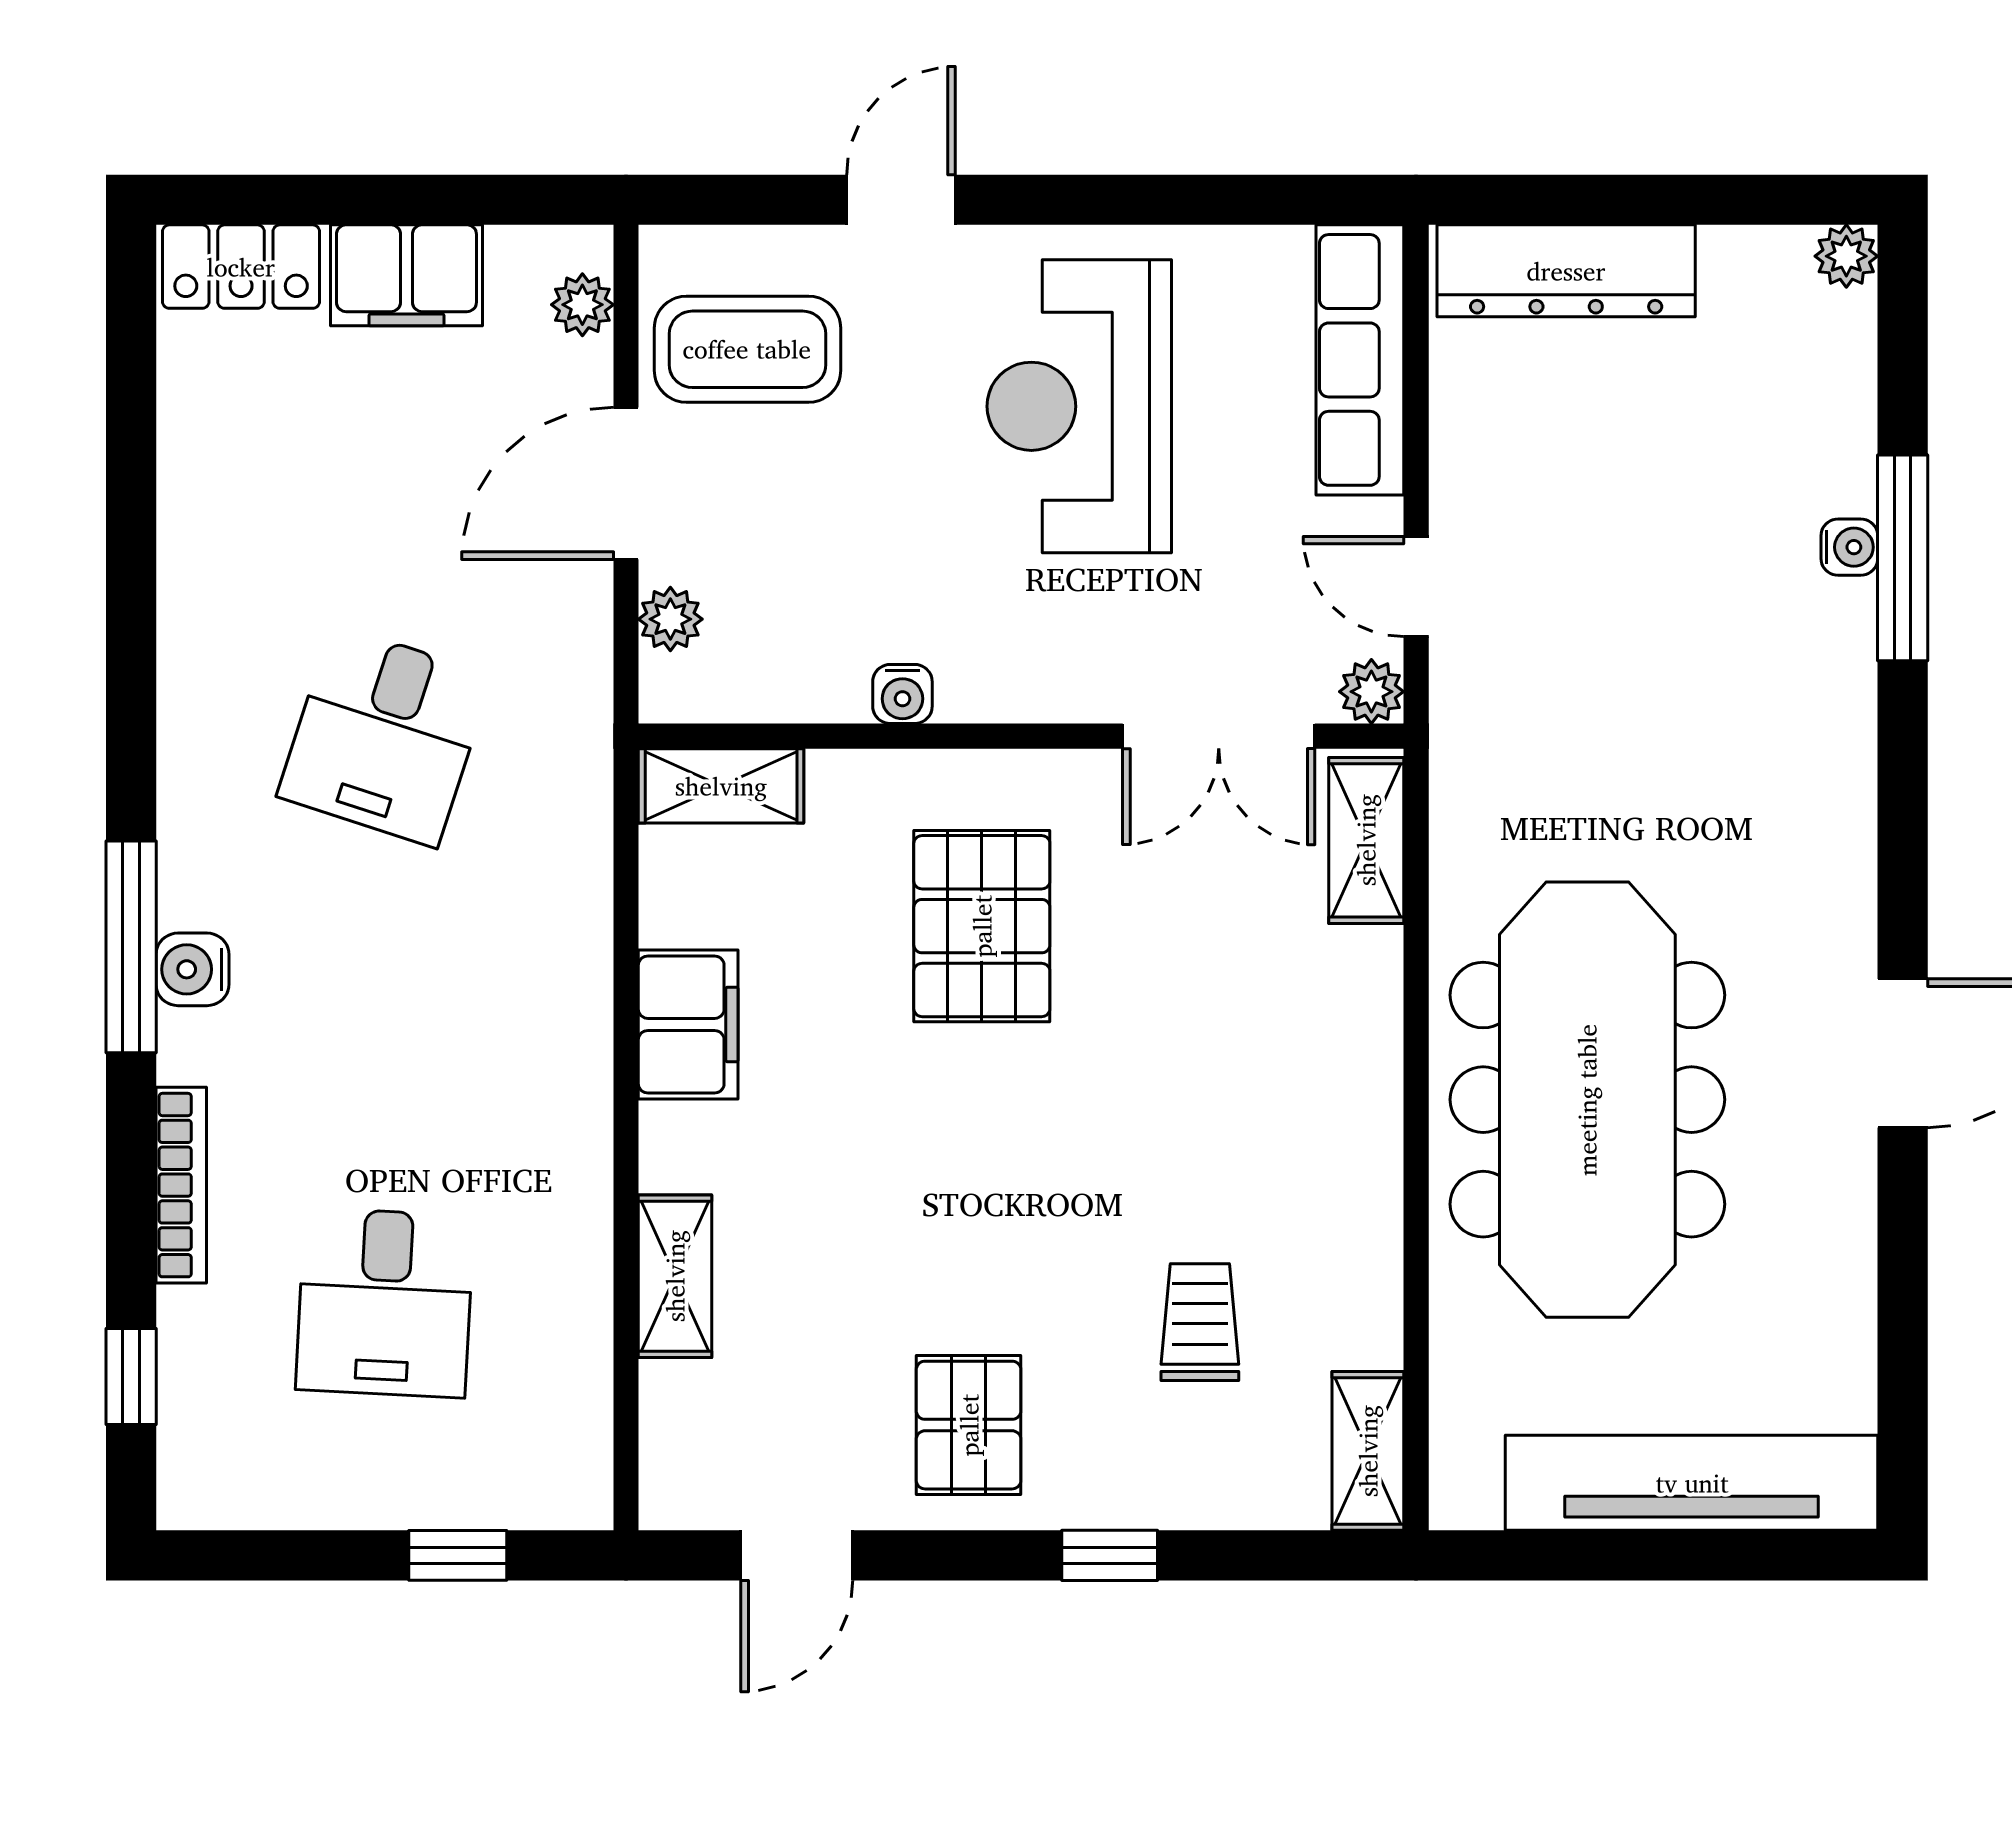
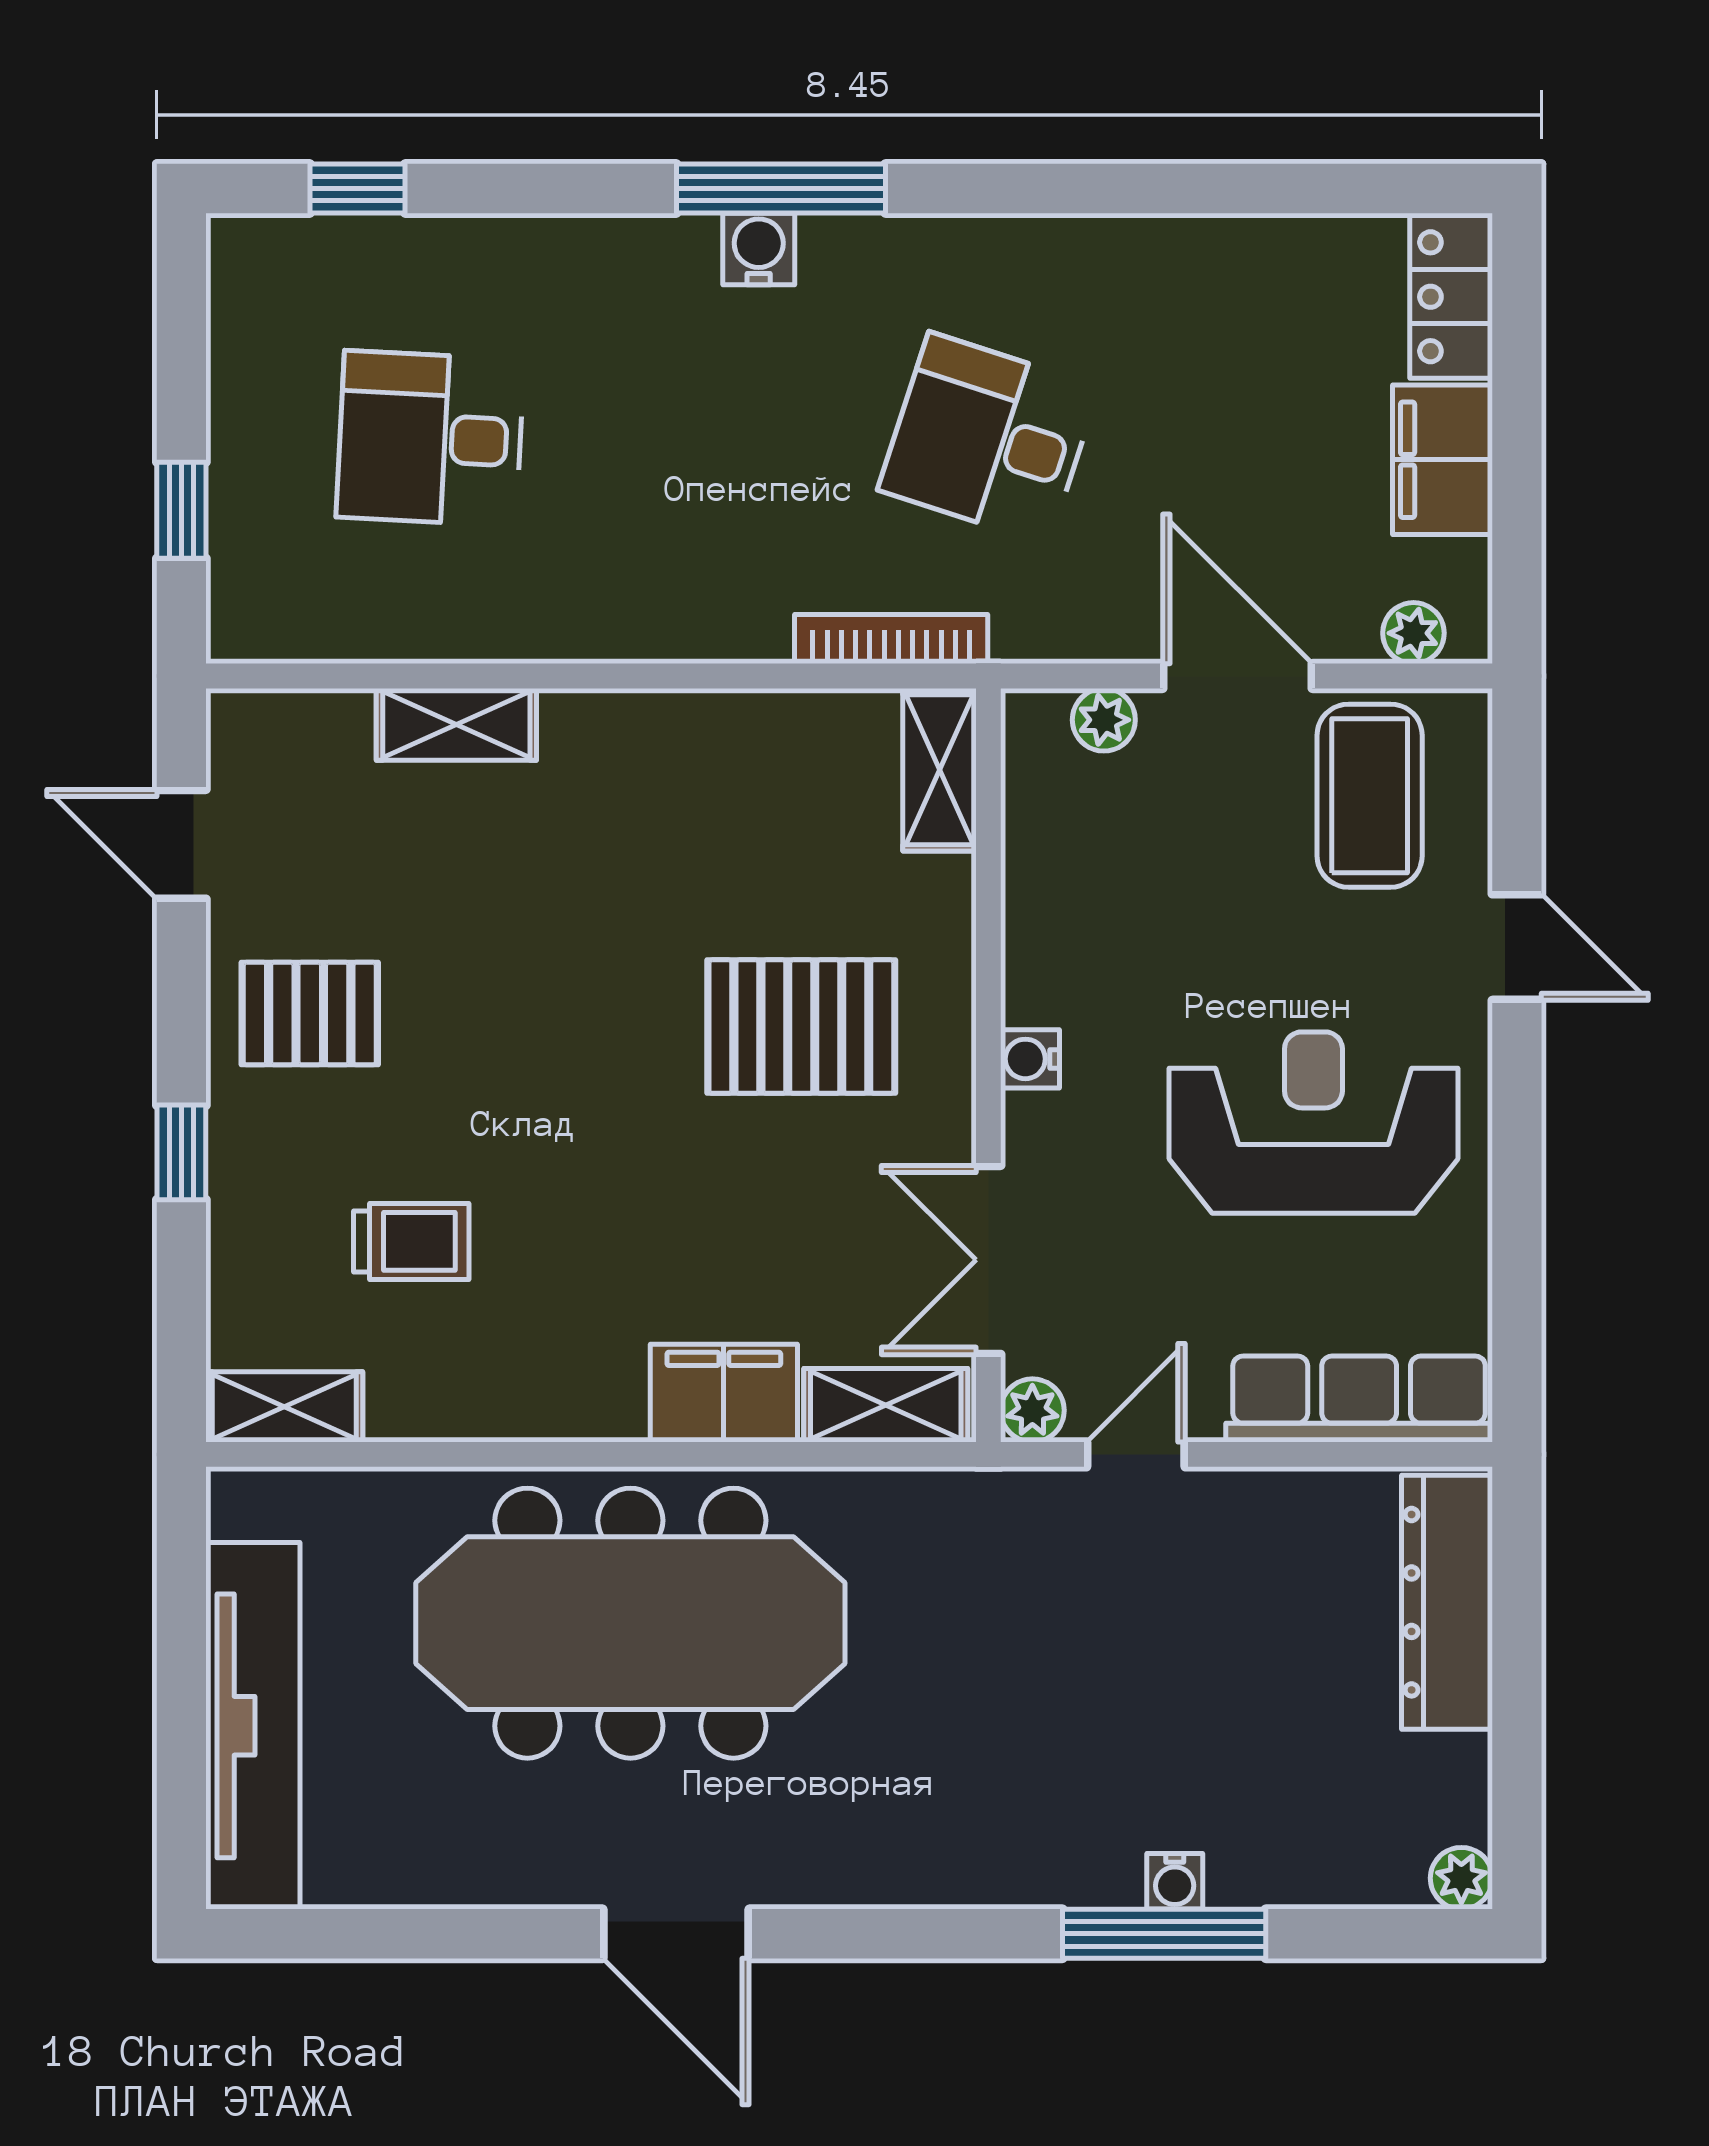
water cooler: (902, 694) -> (1030, 1059), moved
filing cabinet: (688, 1024) -> (724, 1393), moved, turned 180
bookcase: (181, 1185) -> (891, 639), moved, turned 180

